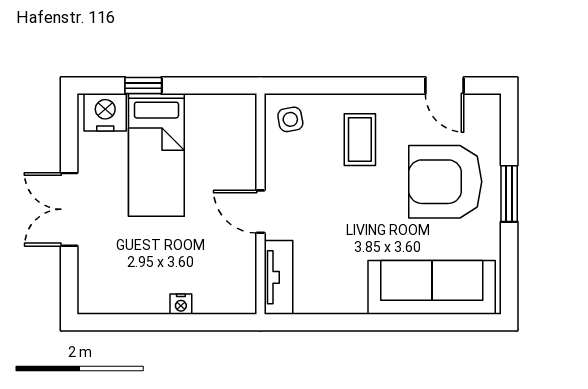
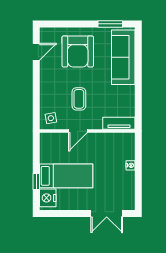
coffee table: (360, 140) -> (79, 99), moved, turned 90
window: (509, 194) -> (110, 24), moved
double door: (69, 209) -> (107, 213), moved
door: (261, 212) -> (78, 131), moved

